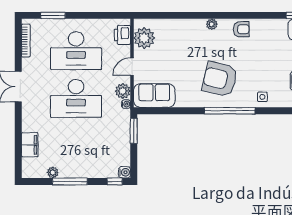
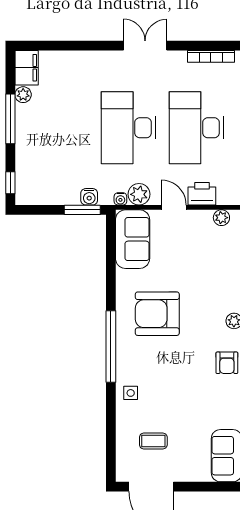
printer: (122, 35) -> (202, 194), moved
plant: (144, 38) -> (221, 218), width x0.53, depth x0.53
armchair: (220, 79) -> (157, 314), moved, turned -103
filing cabinet: (30, 145) -> (27, 68), moved, turned -90
water cooler: (125, 172) -> (89, 197), moved

